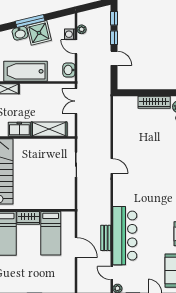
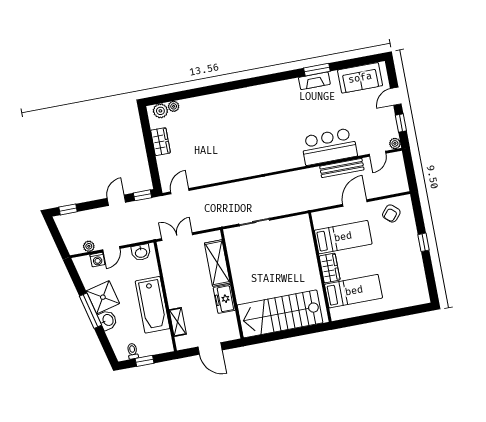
window: (114, 38) -> (143, 195), moved
double door: (76, 101) -> (177, 237), swing flipped
wardrobe: (154, 102) -> (161, 142), width x0.67
door: (112, 166) -> (180, 191), moved
bar counter: (125, 236) -> (329, 147), width x0.73
bench: (106, 238) -> (342, 168), width x1.36
armchair: (62, 275) -> (391, 213), added

